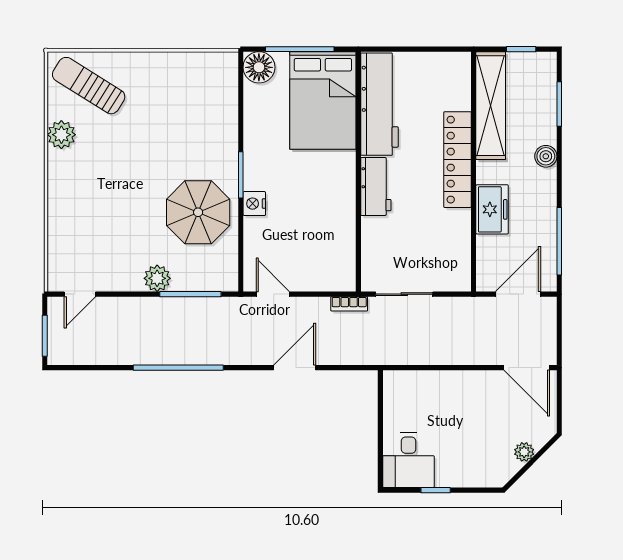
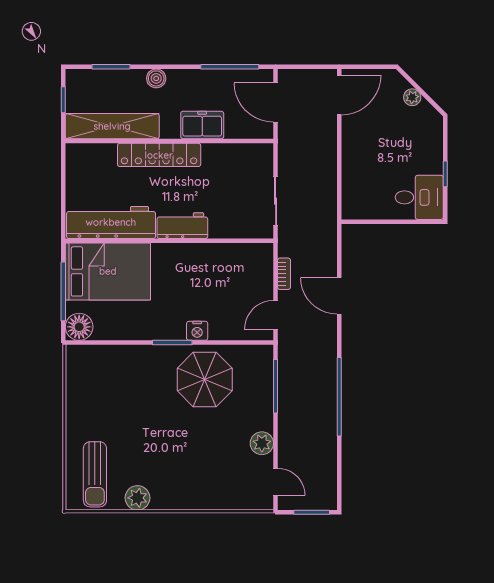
sun lounger: (89, 86) -> (95, 474), turned -32
plant: (157, 278) -> (262, 443), moved
bookcase: (349, 304) -> (284, 274), moved

